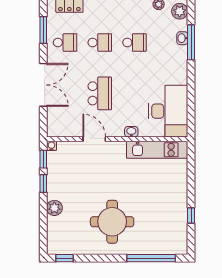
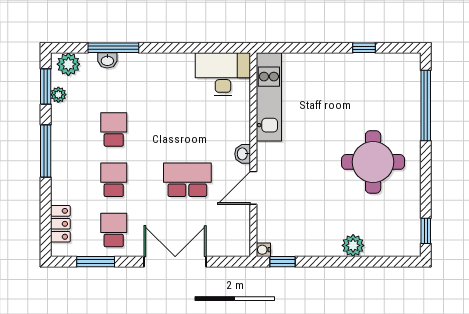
desk: (168, 111) -> (223, 74), width x0.73, depth x0.77
washbasin: (131, 132) -> (243, 154), moved
window: (43, 183) -> (318, 262), removed

